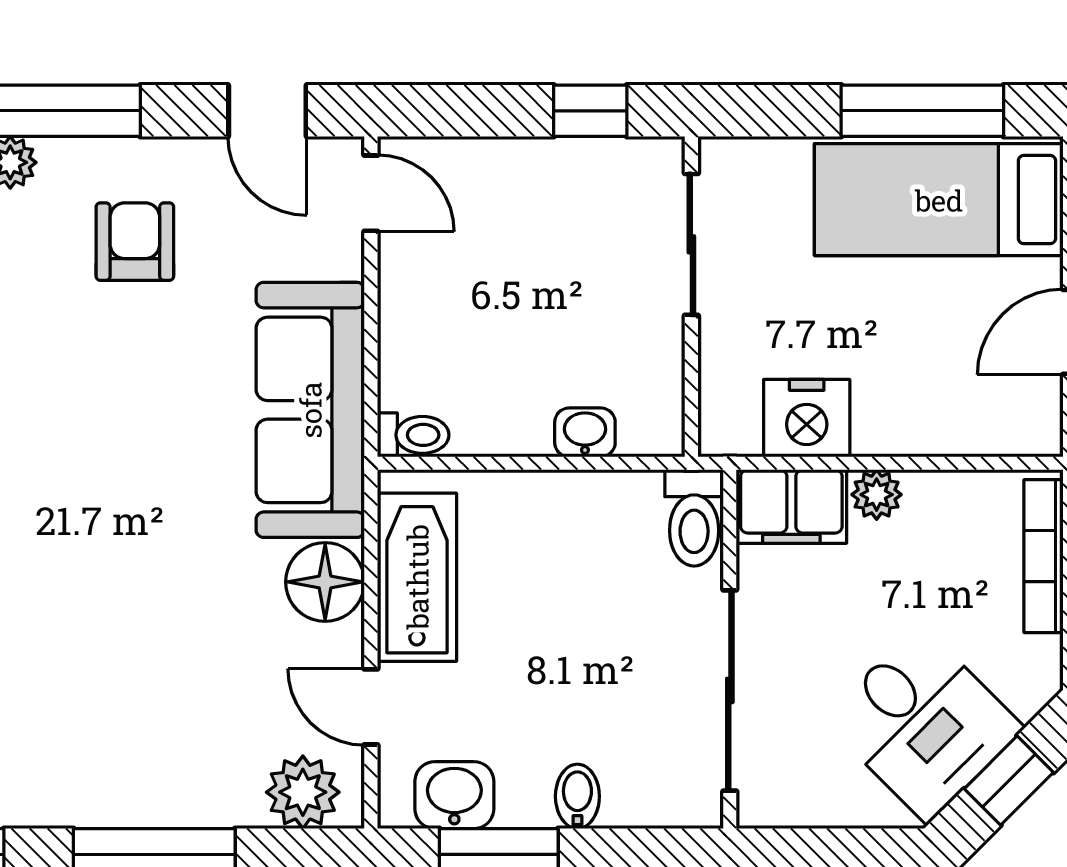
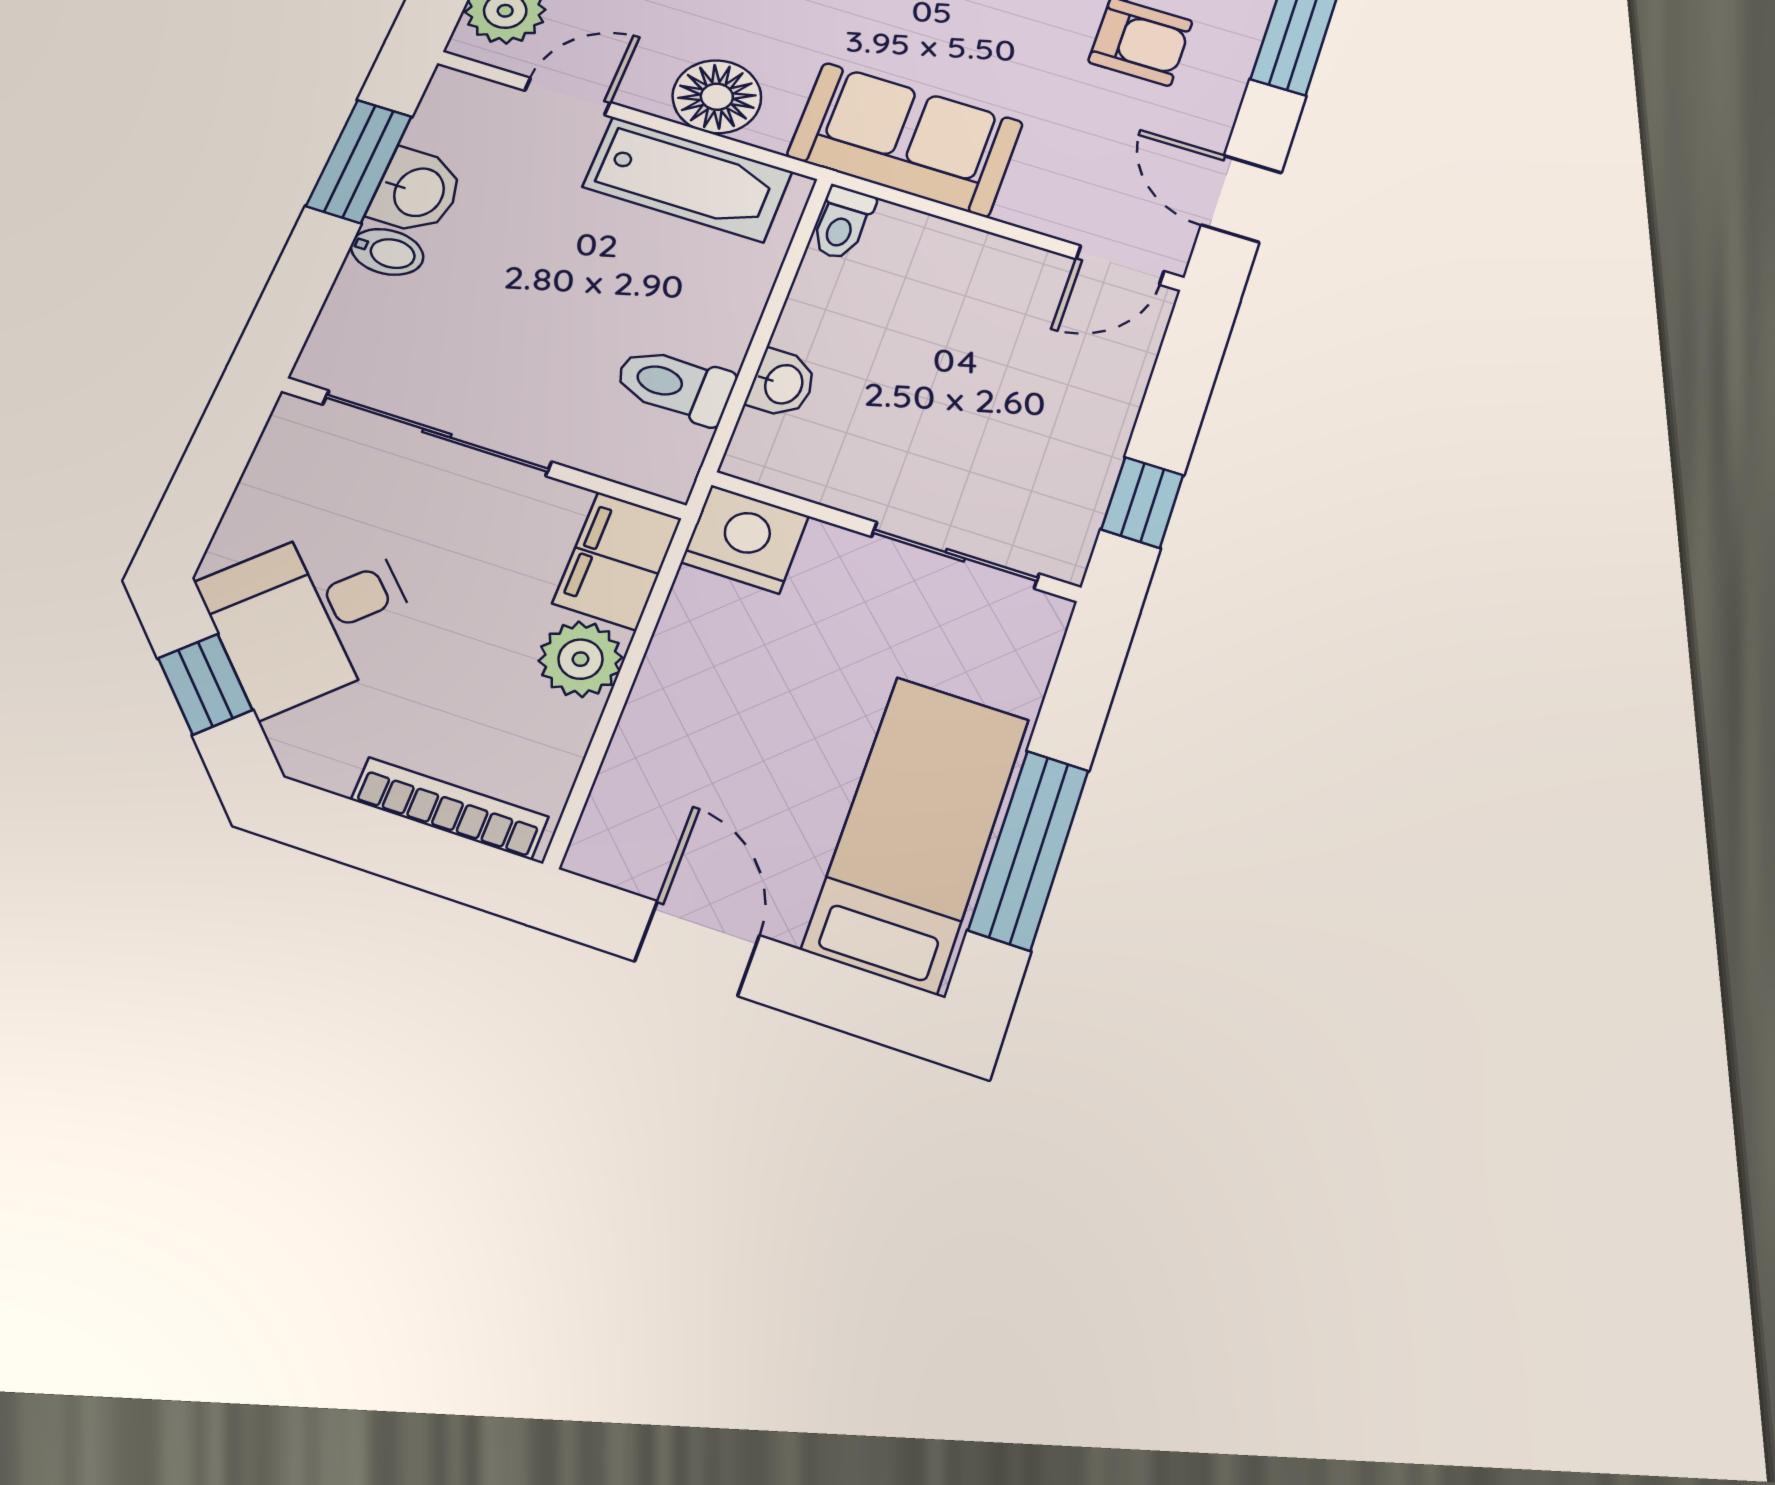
door: (267, 111) -> (1241, 199), hinge flipped
sofa: (310, 410) -> (905, 139), width x0.73
nightstand: (807, 418) -> (745, 539), moved, turned 90
plant: (877, 495) -> (580, 659), width x1.38, depth x1.38
toilet: (694, 518) -> (675, 385), moved
washbasin: (454, 795) -> (417, 192), moved

